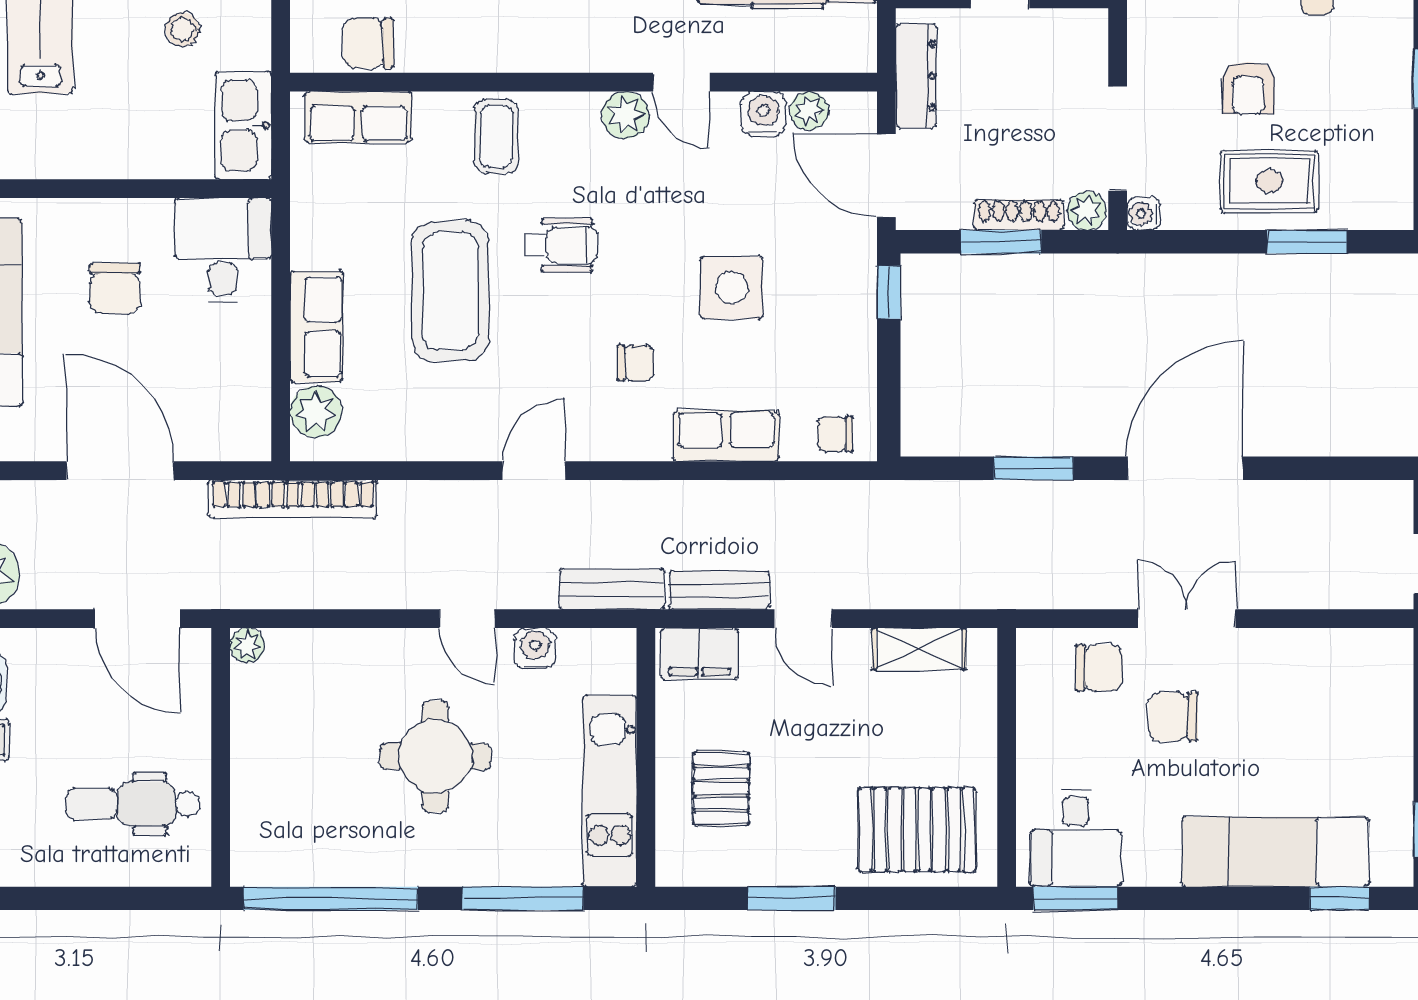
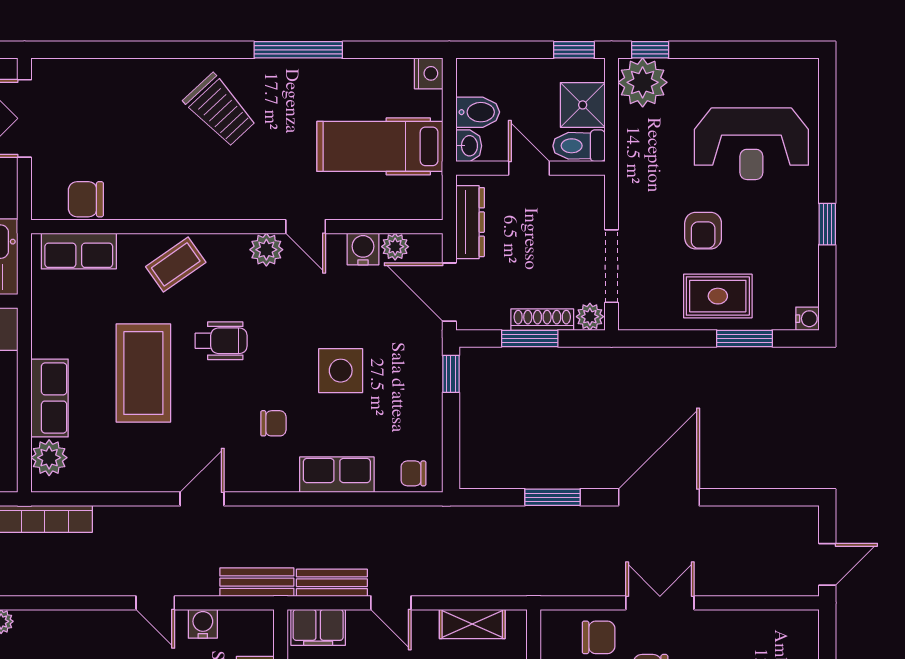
coffee table: (496, 136) -> (176, 264), turned 55
water cooler: (1143, 214) -> (807, 319), moved, turned 180

